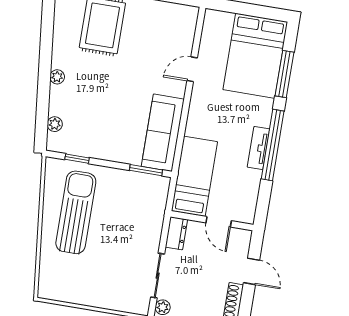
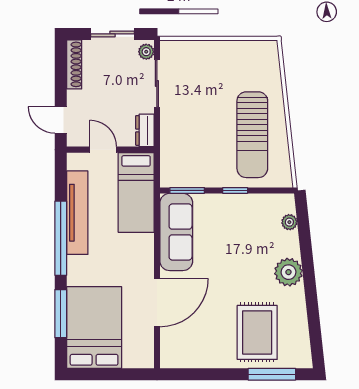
door: (192, 69) -> (157, 303), width x1.87
plant: (57, 77) -> (288, 272), width x1.88, depth x1.88
tv unit: (258, 148) -> (77, 213), width x1.92, depth x1.29
window: (77, 159) -> (235, 190), moved
door: (251, 271) -> (61, 120), moved

